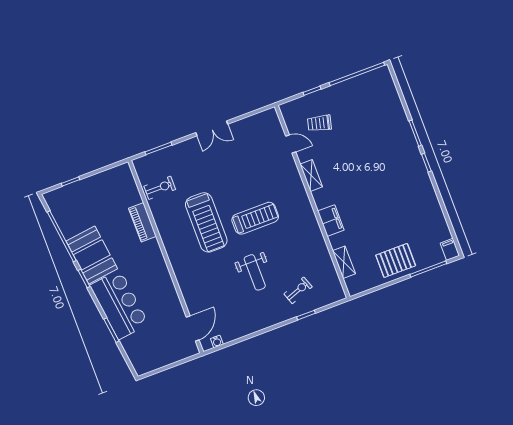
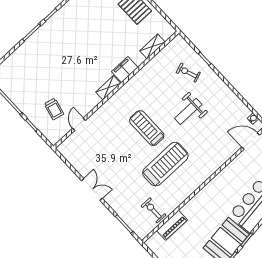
shelving: (311, 175) -> (108, 88), moved
piano: (142, 222) -> (172, 225), moved
weight bench: (255, 272) -> (188, 111), turned 180

